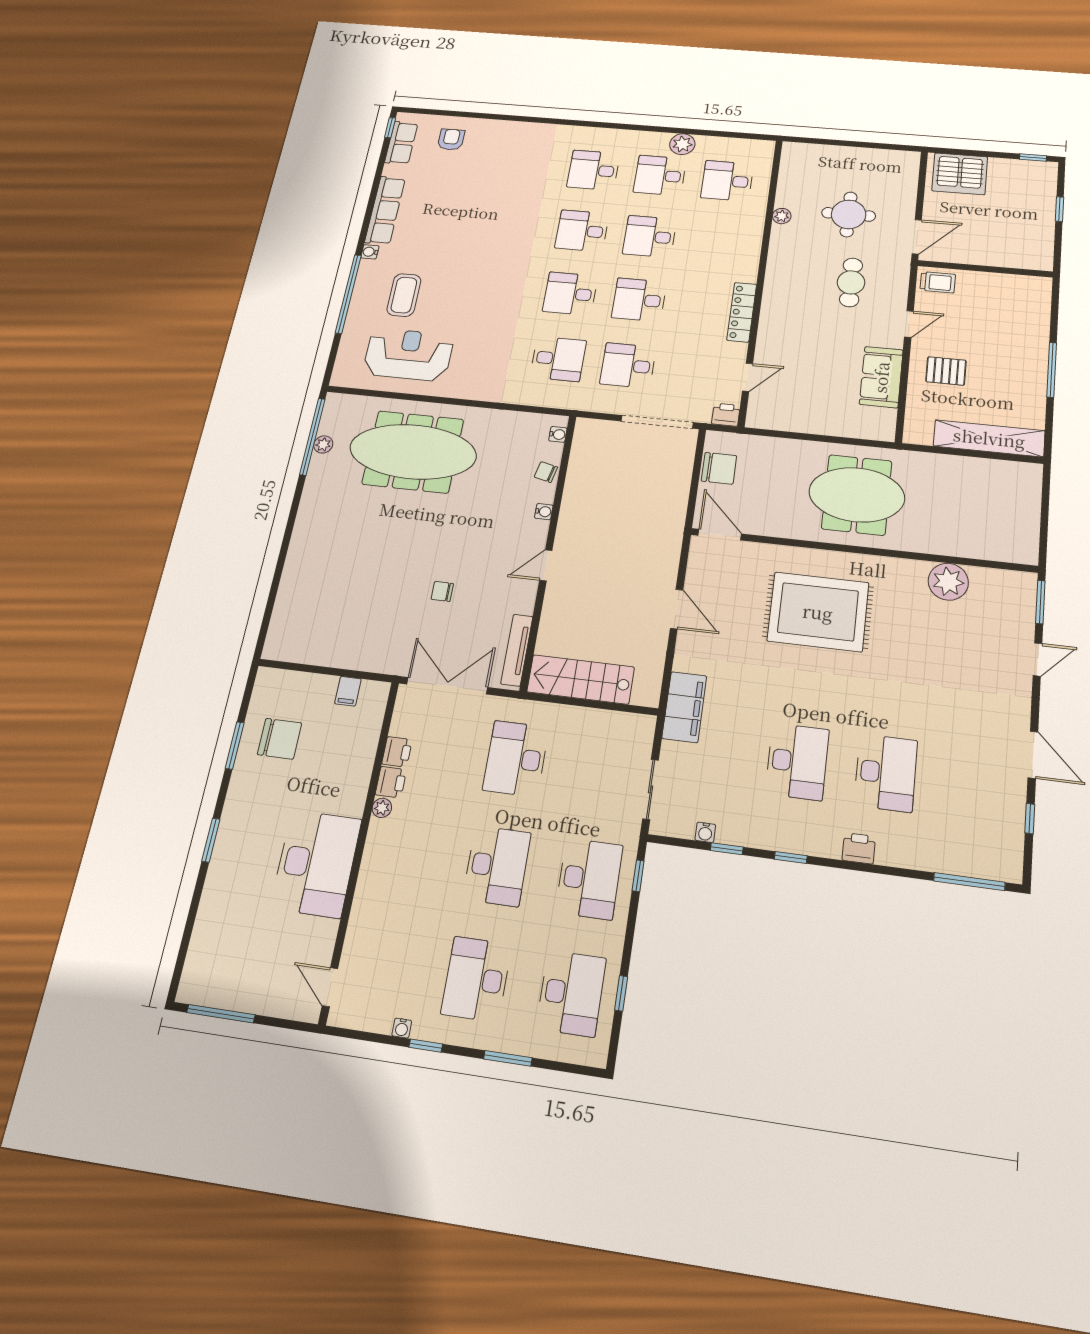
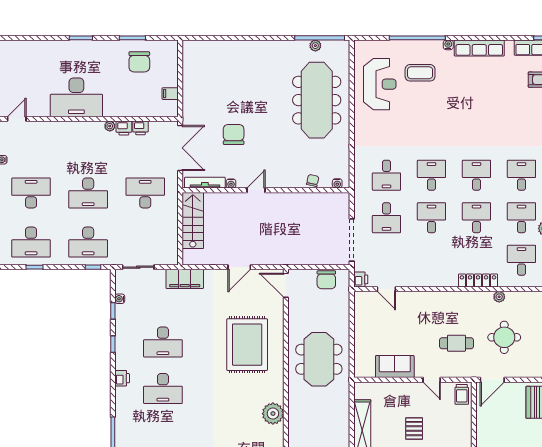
door: (917, 237) -> (492, 380), hinge flipped
locker: (742, 312) -> (478, 280), moved
desk: (628, 366) -> (386, 218), turned 180
pallet: (946, 371) -> (414, 429), moved
water cooler: (544, 512) -> (231, 184), moved
door: (720, 535) -> (286, 285), swing flipped
door: (546, 565) -> (256, 190), hinge flipped
chair: (442, 591) -> (234, 134), width x1.87, depth x1.87

